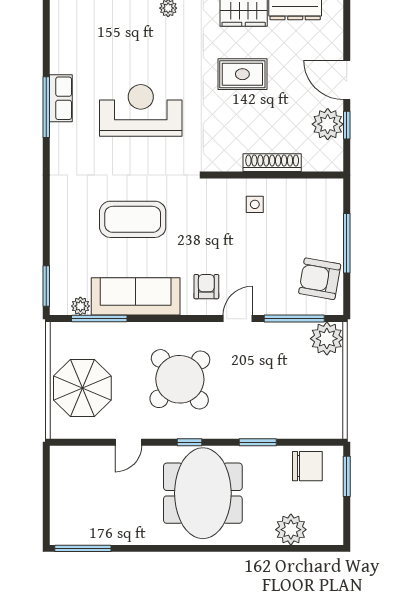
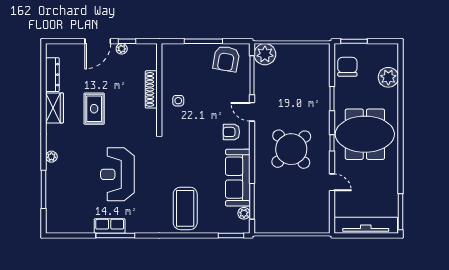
plant: (328, 124) -> (122, 49), width x0.53, depth x0.53
coffee table: (133, 219) -> (185, 208), moved
parasol: (82, 388) -> (297, 212), removed
tv unit: (62, 495) -> (366, 225), added

